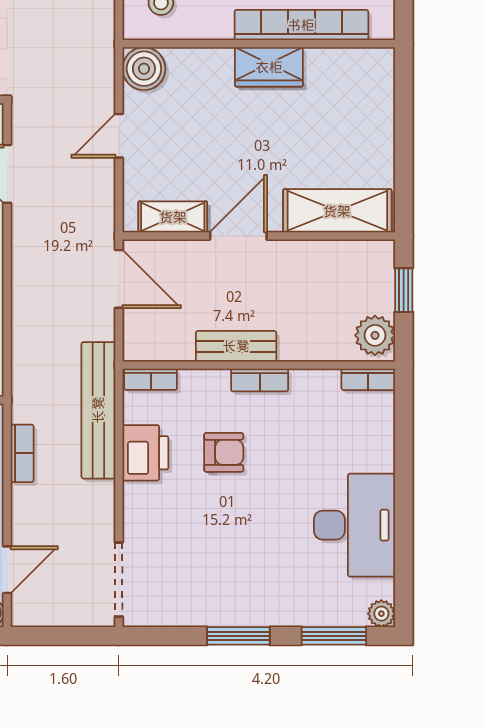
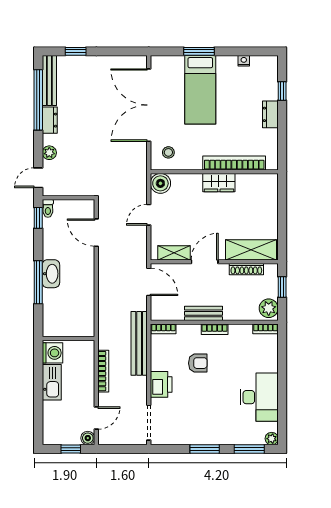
shoe rack: (327, 252) -> (246, 269), added
bookcase: (22, 453) -> (103, 371), width x1.56
printer: (145, 453) -> (161, 384), moved

